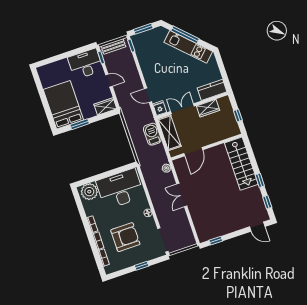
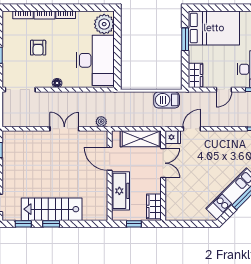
kitchen counter: (212, 90) -> (173, 204), removed
wardrobe: (208, 108) -> (154, 206), moved
barbecue: (152, 134) -> (167, 100), moved, turned 180
freezer: (216, 135) -> (121, 191), added
stairs: (241, 164) -> (52, 209), moved
armchair: (125, 237) -> (38, 48), width x0.53, depth x0.53

